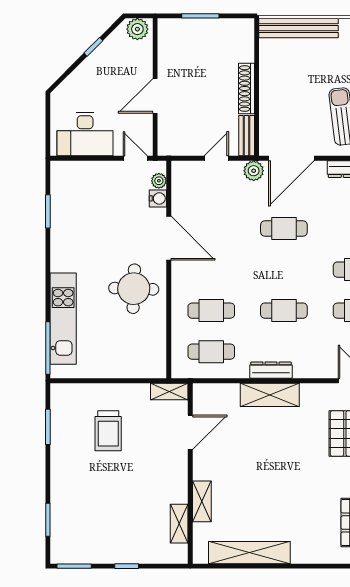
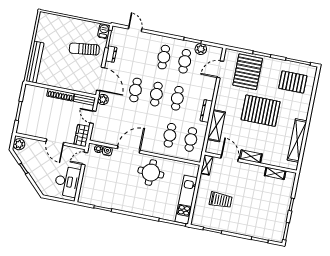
wardrobe: (178, 144) -> (82, 135), added
cafe table: (284, 270) -> (156, 94), added
kitchen unit: (63, 319) -> (186, 200), moved, turned -90
shelving: (270, 395) -> (216, 126), moved
pallet: (292, 473) -> (261, 111), added
shelving: (202, 501) -> (251, 156), moved

